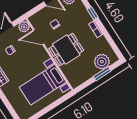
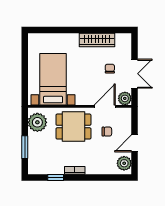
window: (93, 13) -> (56, 178), moved
dining table: (66, 50) -> (73, 127), turned 90
plant: (102, 62) -> (37, 122), moved

